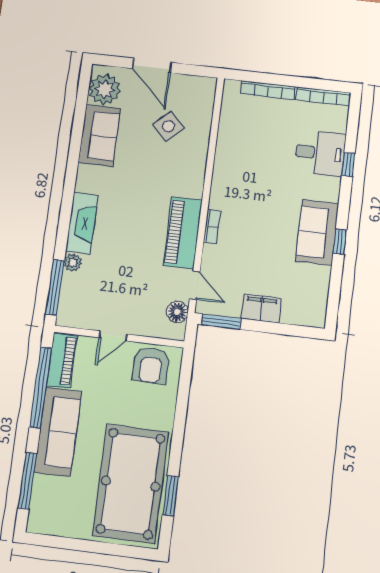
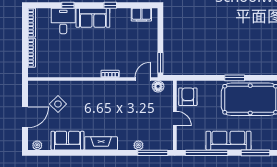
plant: (105, 89) -> (37, 145), width x0.53, depth x0.53
fireplace: (82, 223) -> (101, 143), moved
sofa: (317, 232) -> (93, 18), moved
piano: (183, 233) -> (115, 89), removed
filing cabinet: (261, 309) -> (141, 15), moved, turned -90
piano: (62, 361) -> (191, 144), removed
armchair: (151, 365) -> (188, 97), turned -90
window: (170, 496) -> (235, 78), moved

